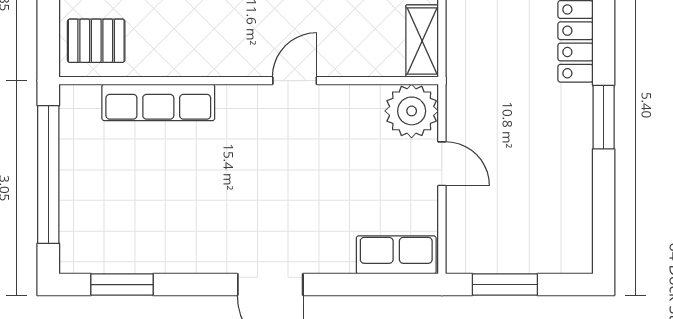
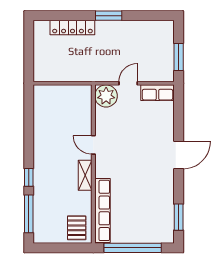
shelving: (422, 41) -> (85, 175), moved, turned 90
row of seats: (158, 102) -> (102, 210), width x1.36
row of seats: (396, 255) -> (158, 93), moved, turned -90

